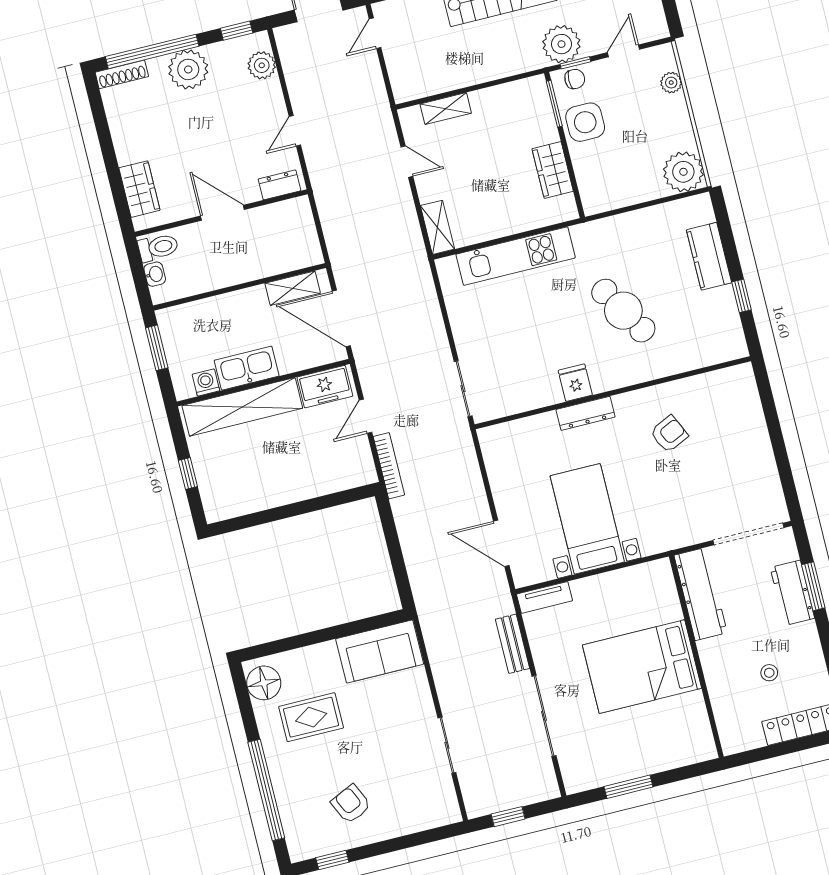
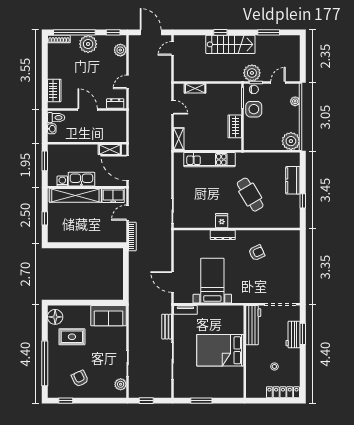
plant: (443, 795) -> (121, 384), added

